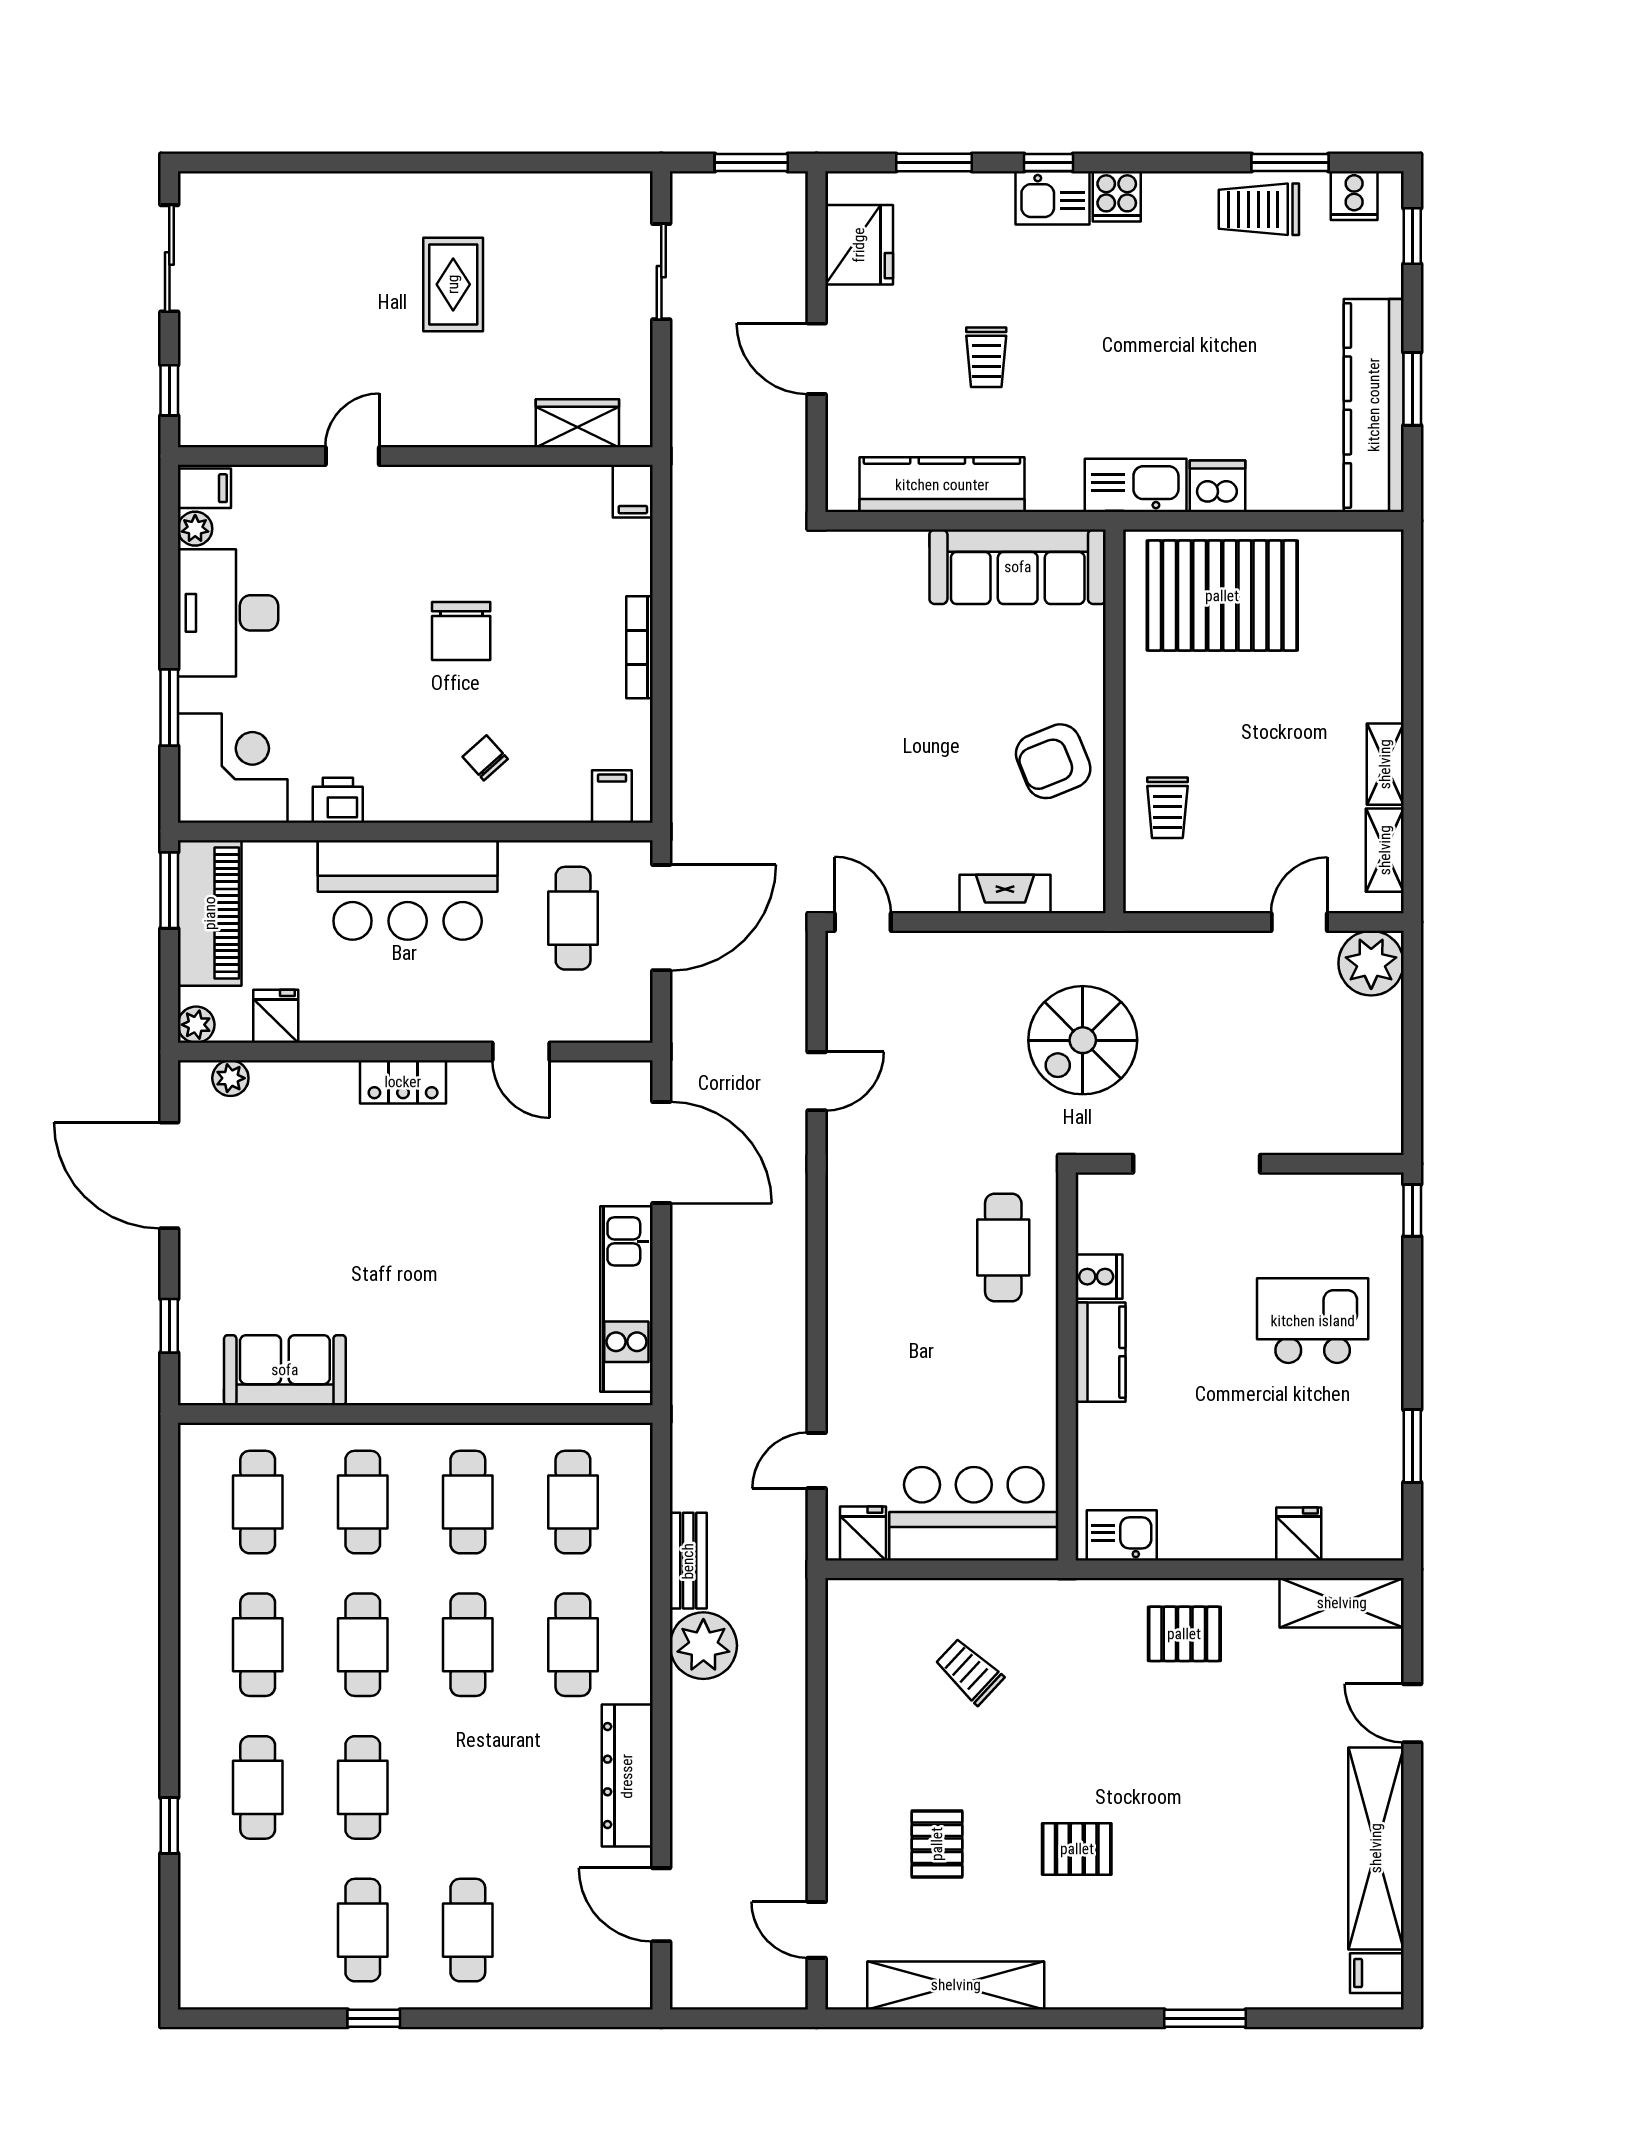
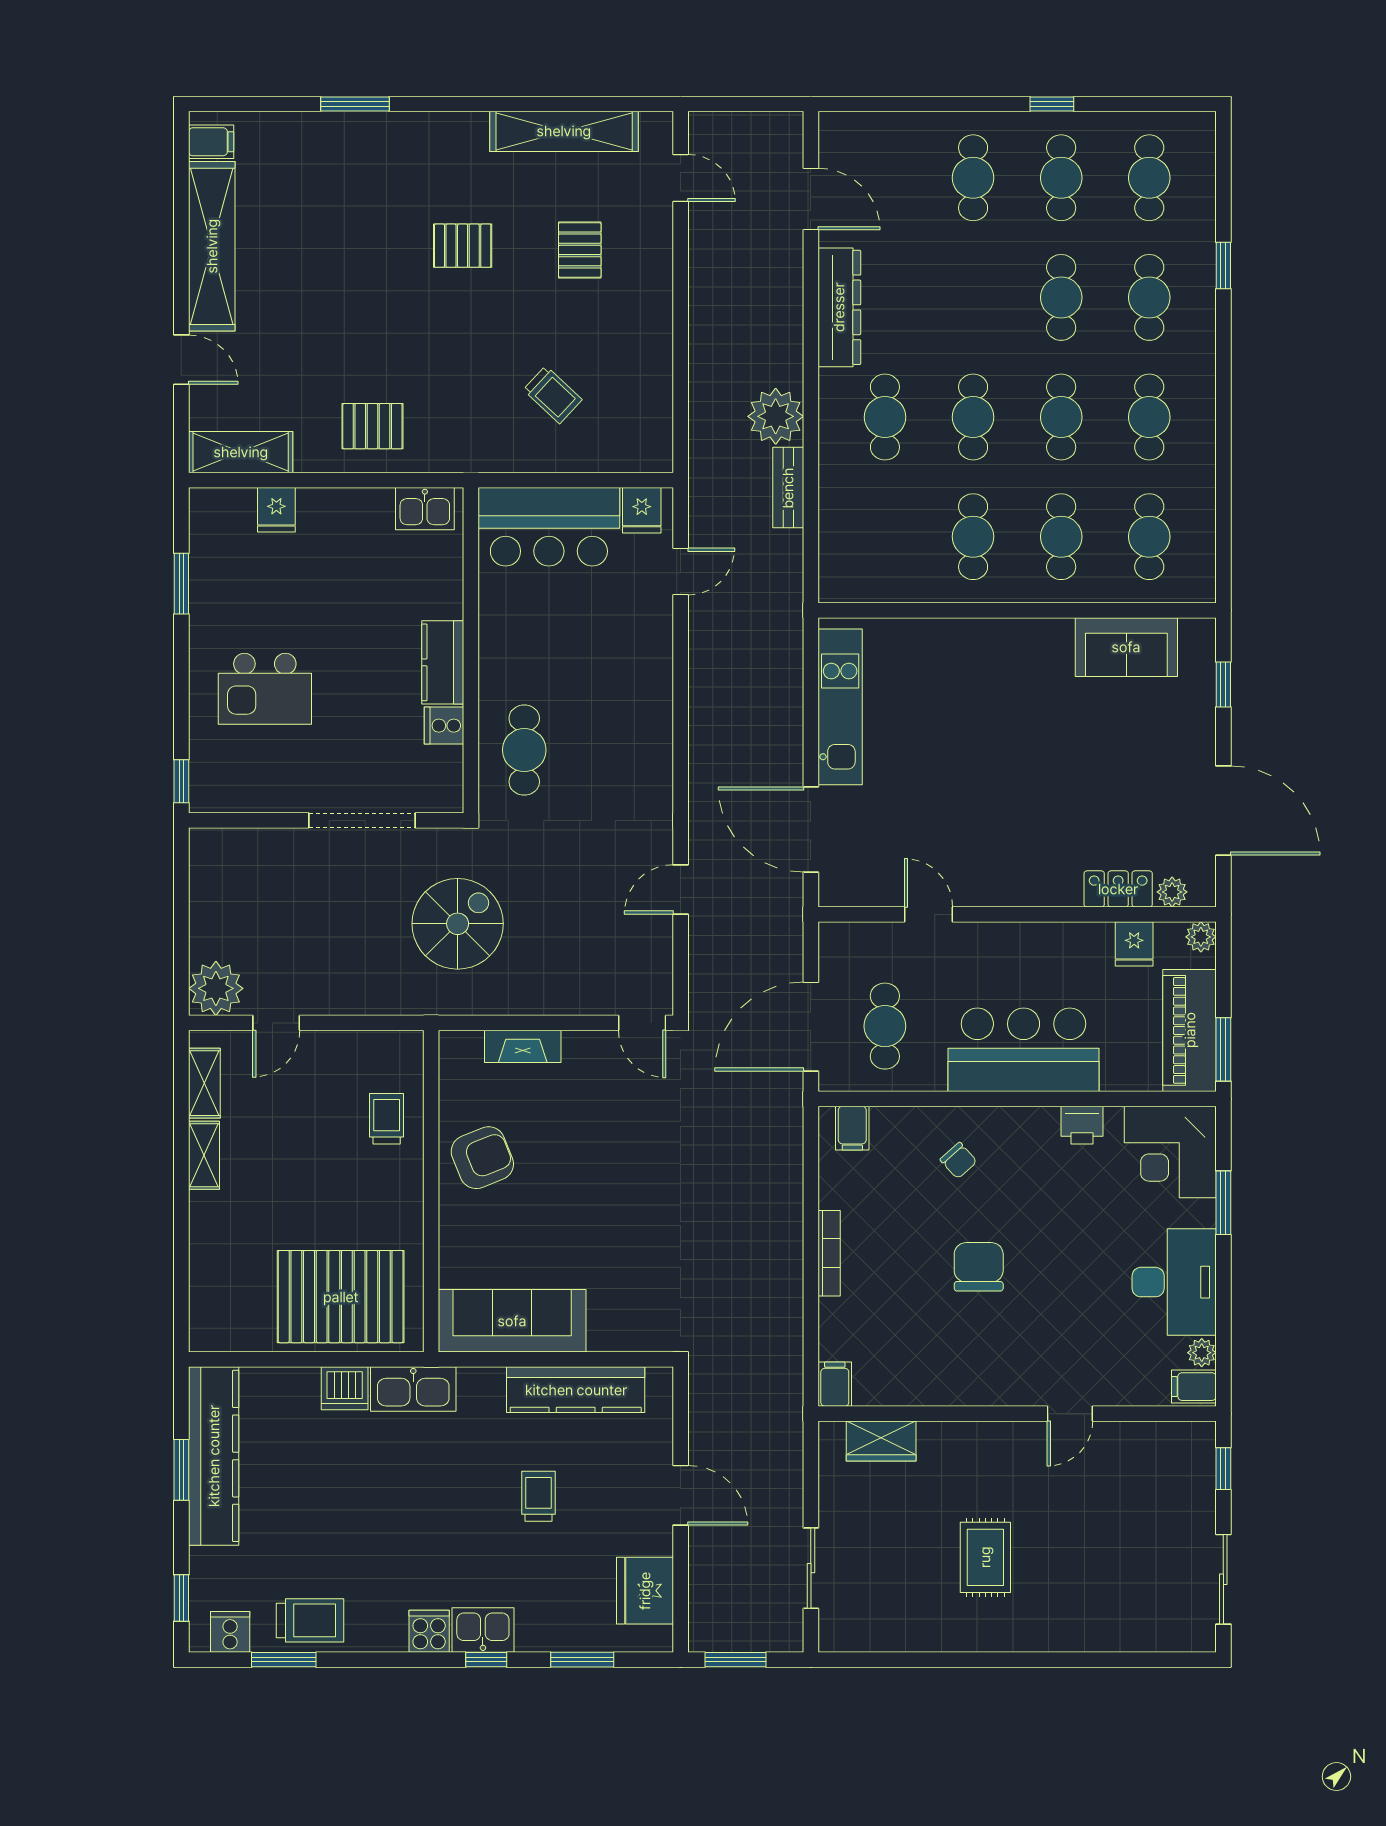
locker: (403, 1082) -> (1118, 889), moved
cafe table: (573, 1502) -> (1149, 178), moved

